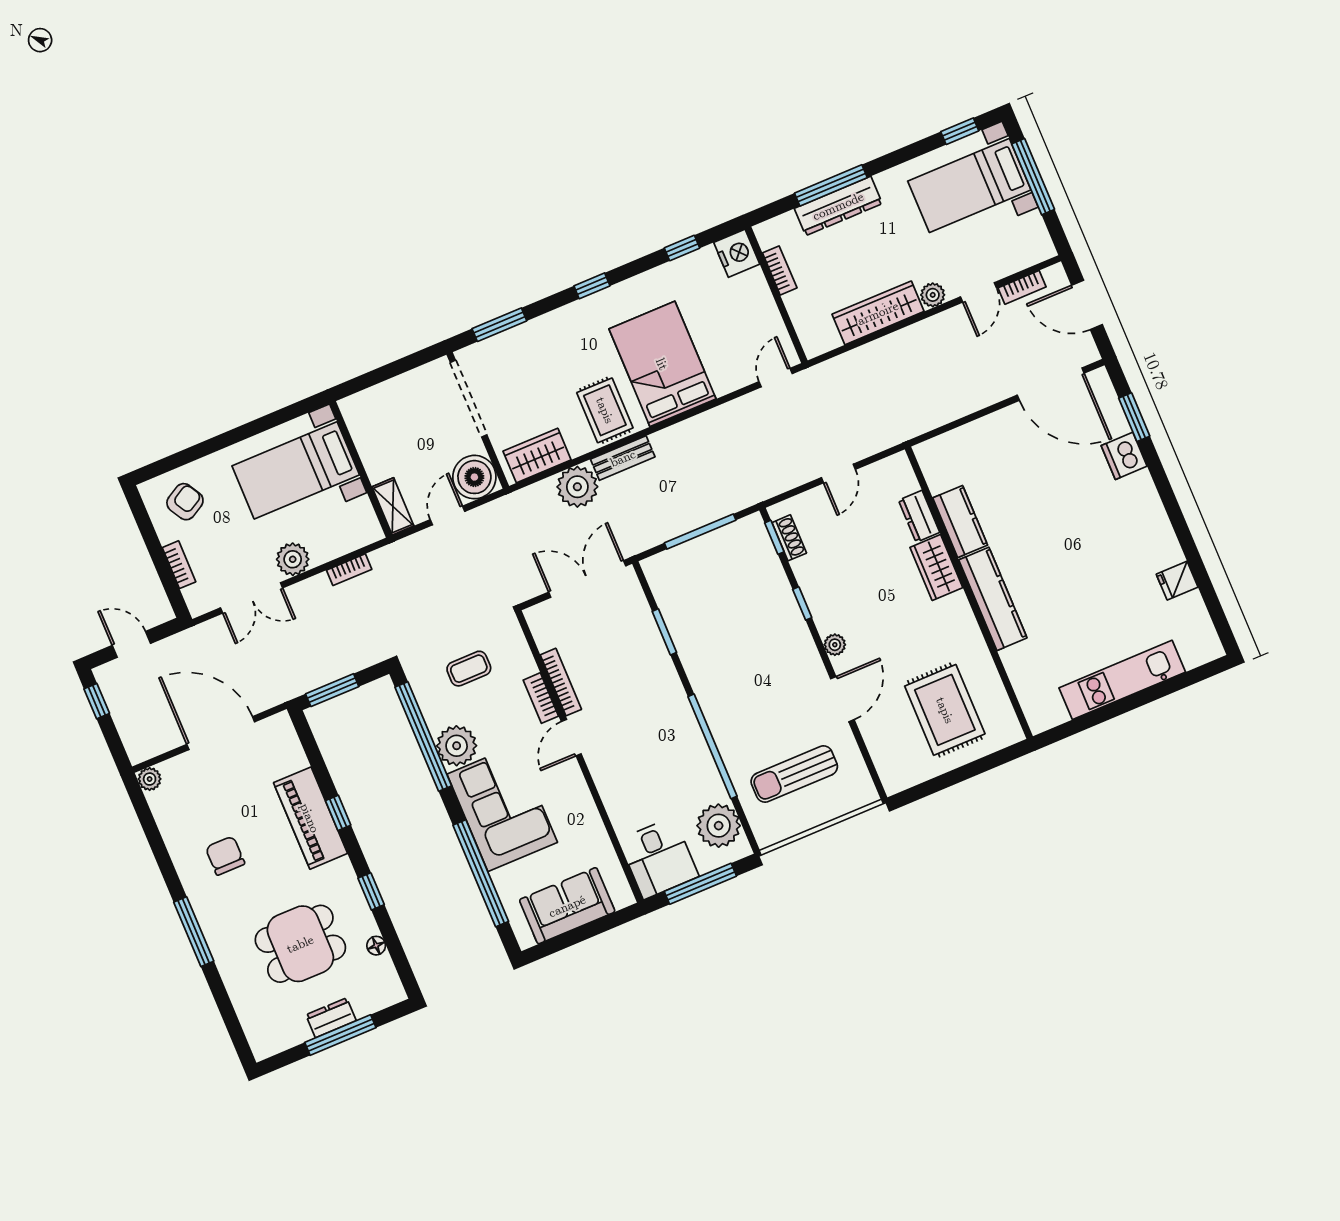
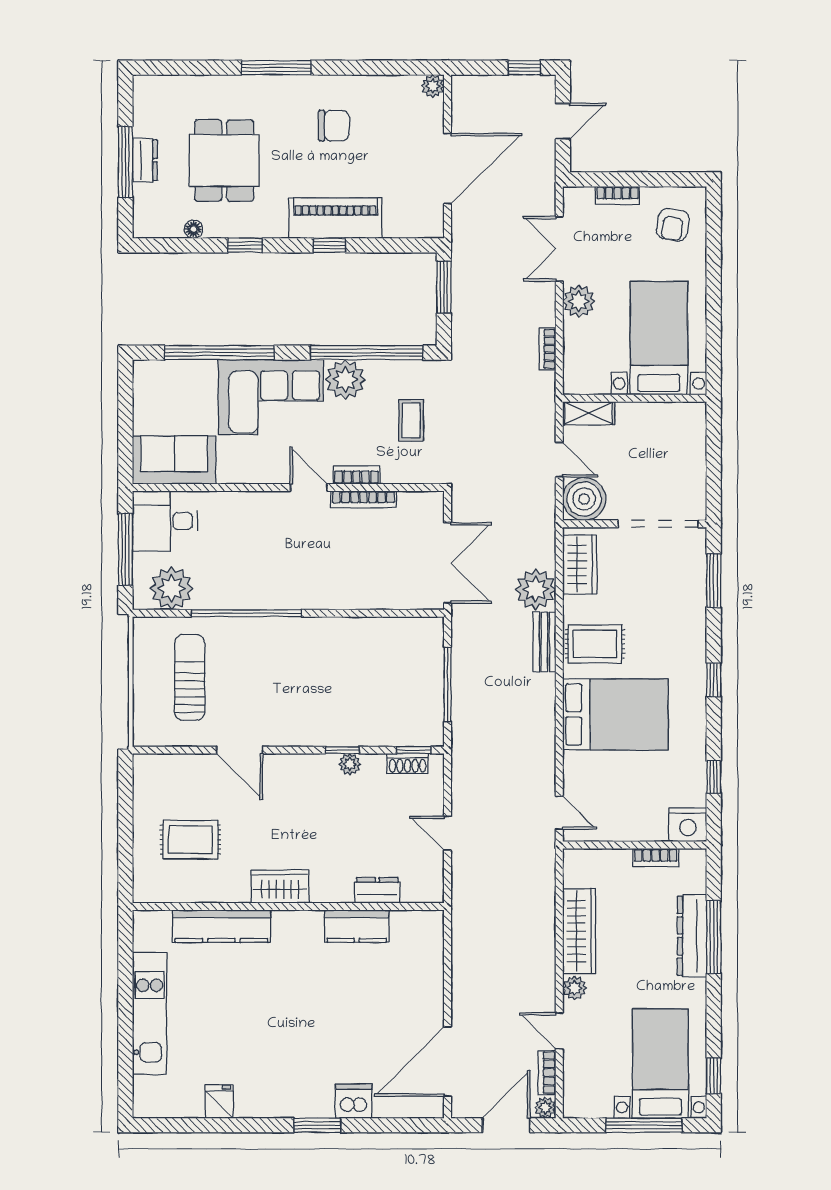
plant: (1055, 275) -> (545, 1108), added
window: (1134, 417) -> (317, 1125), moved
armchair: (185, 502) -> (673, 225), turned 40
wardrobe: (936, 568) -> (280, 887), moved
kitchen counter: (993, 599) -> (221, 926), moved
window: (664, 632) -> (370, 613), removed
plant: (835, 645) -> (350, 764), moved
rug: (945, 710) -> (190, 840), width x0.73, depth x0.70
sofa: (567, 906) -> (174, 460), moved, turned -90

